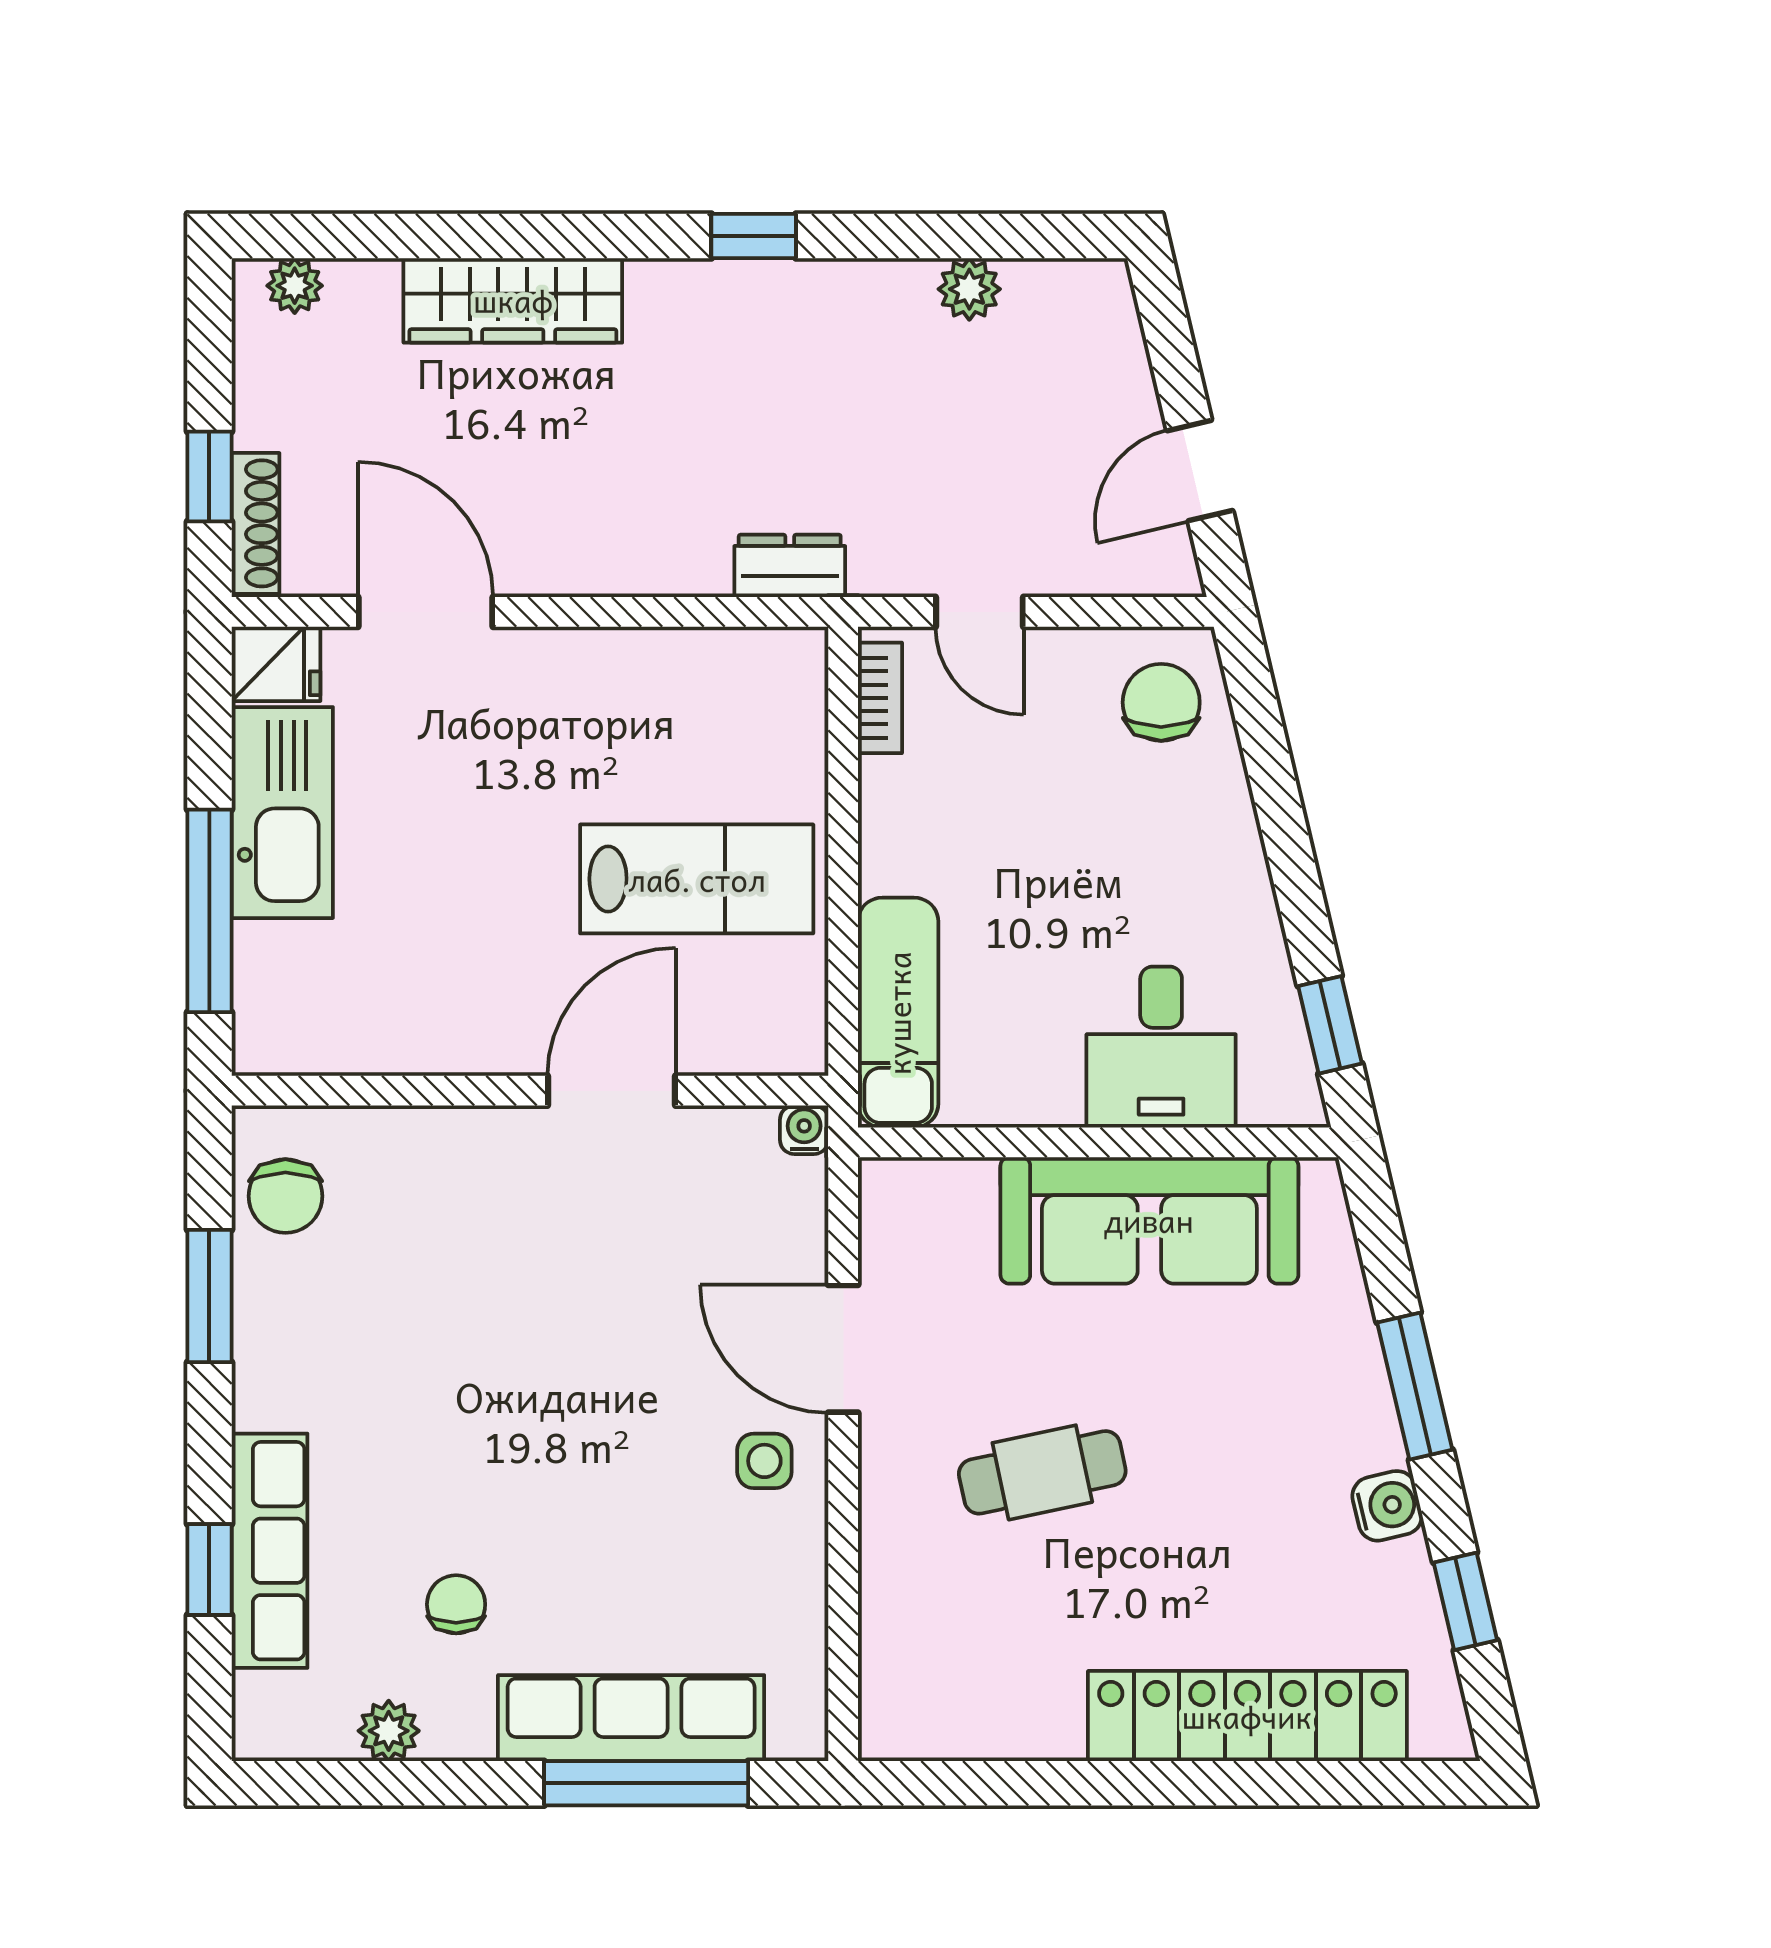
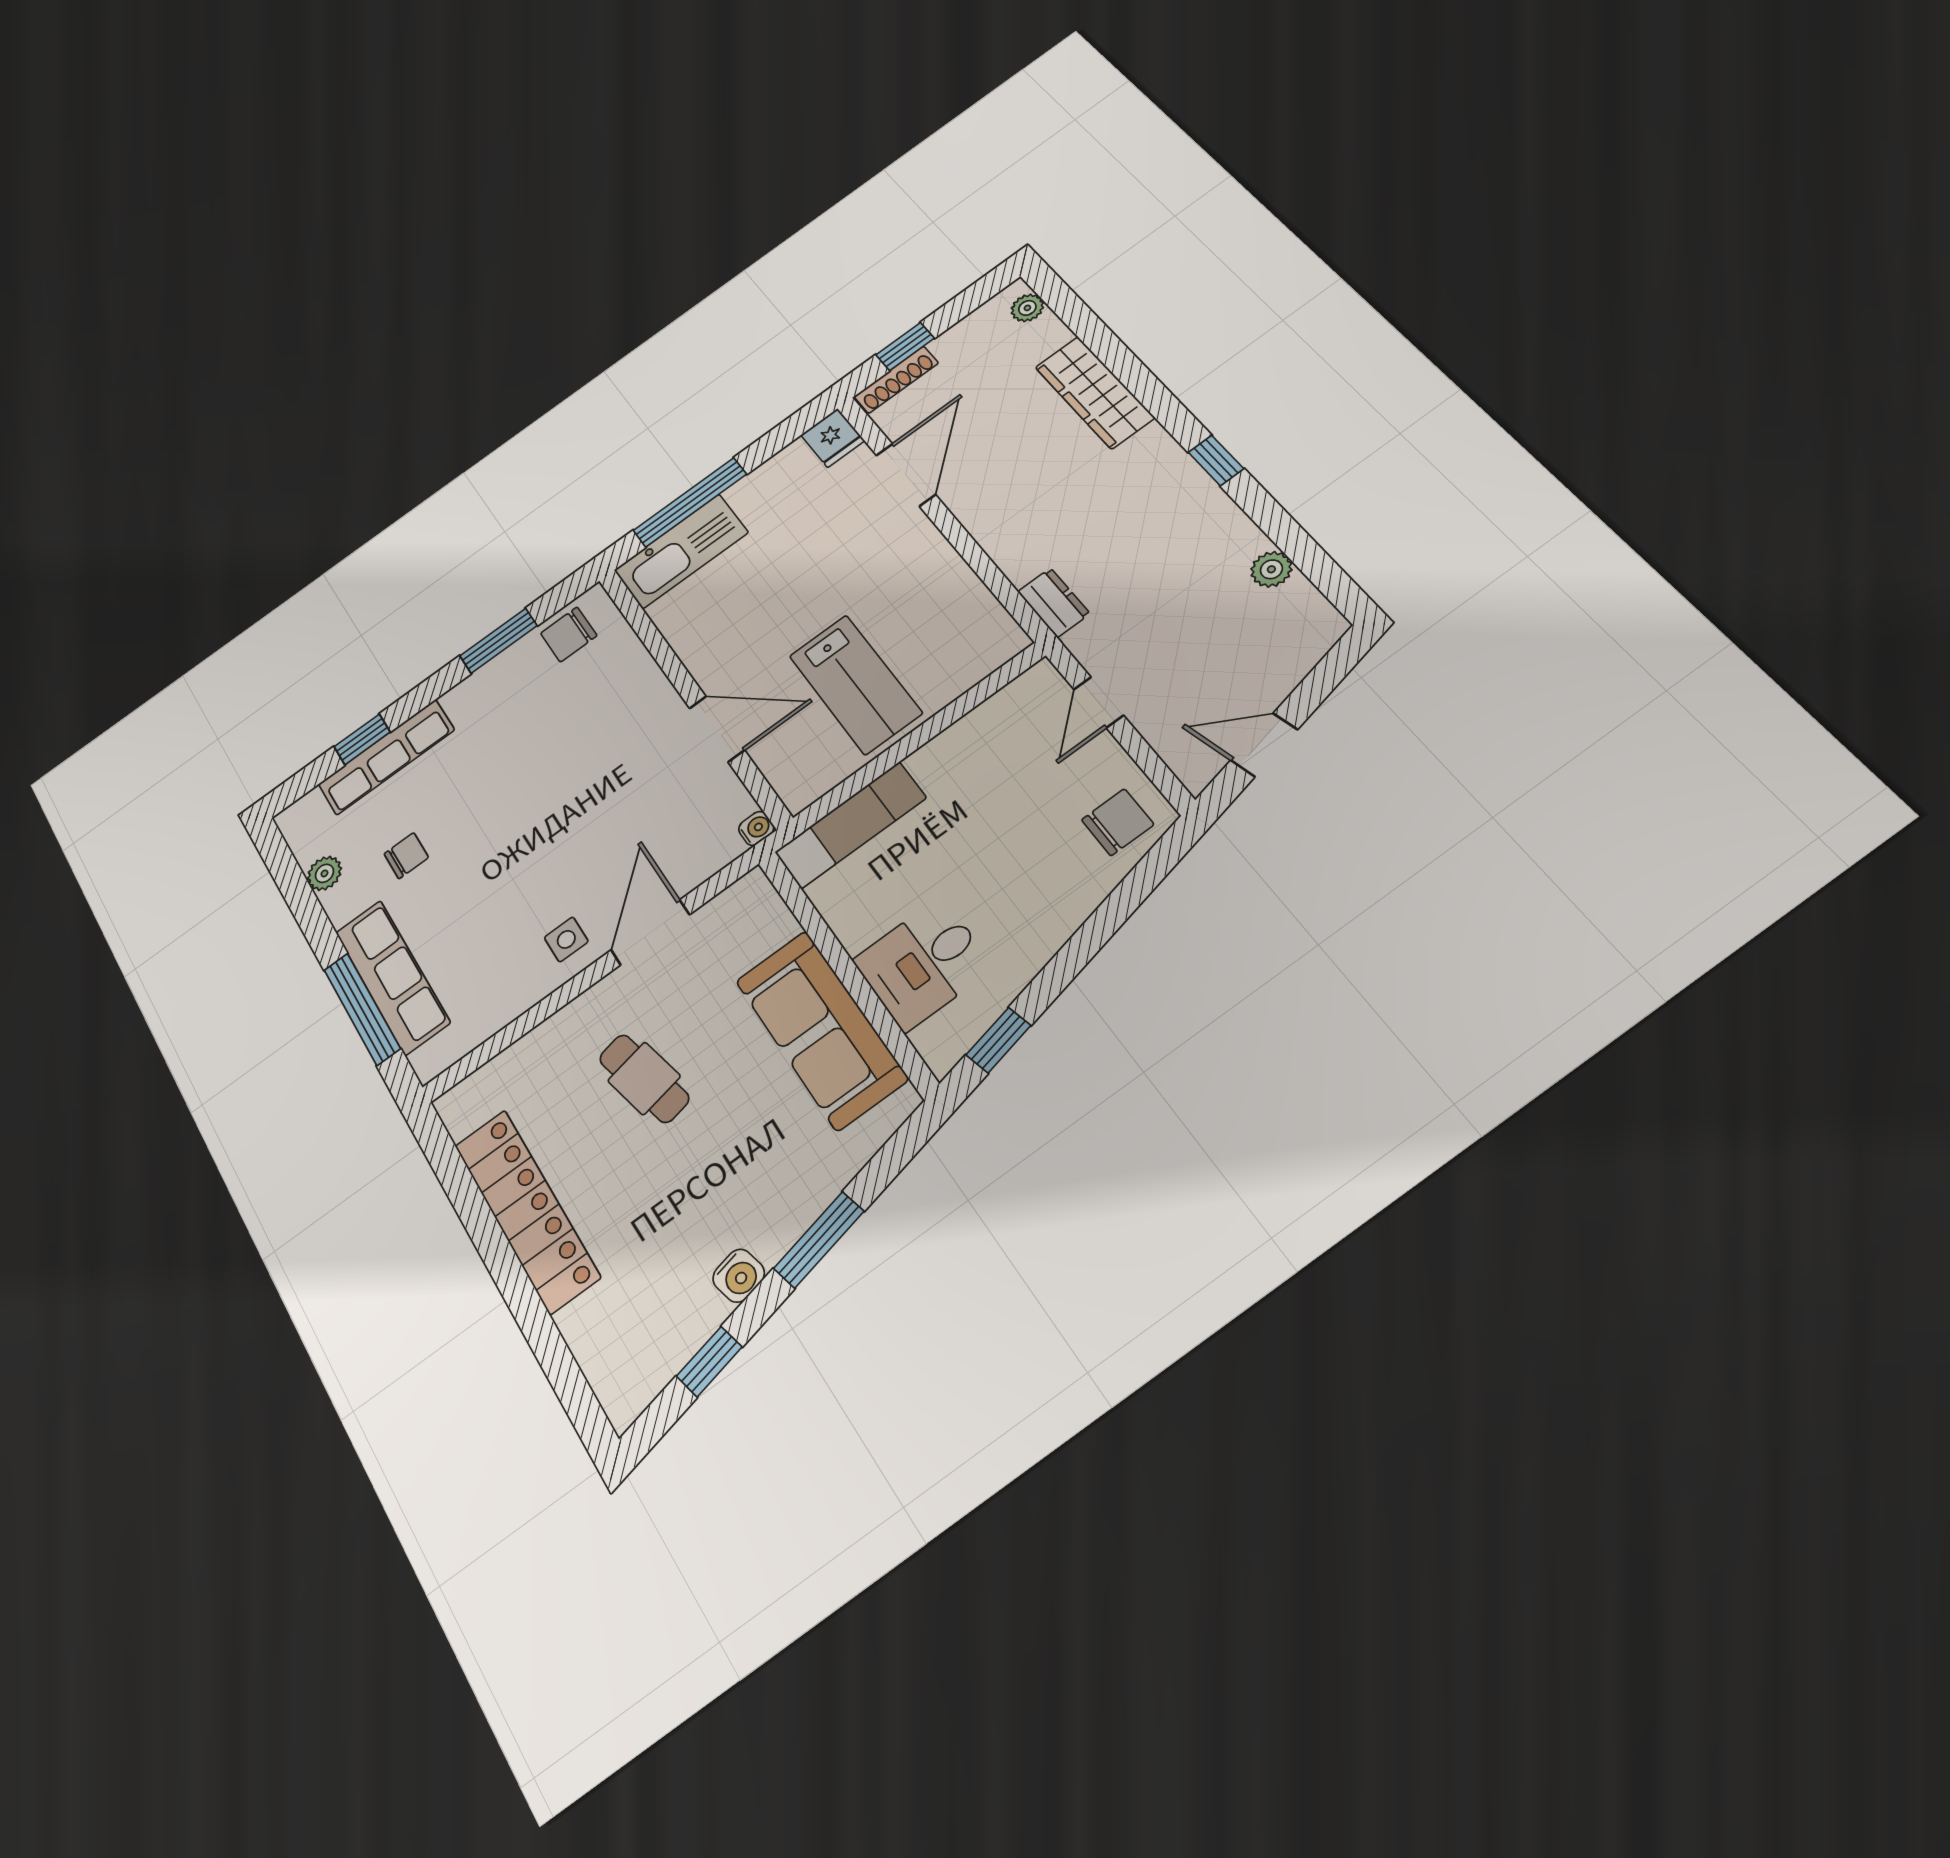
bookcase: (880, 698) -> (1015, 693), removed
kitchen sink: (282, 813) -> (681, 551), moved
locker: (1247, 1716) -> (527, 1211), moved

